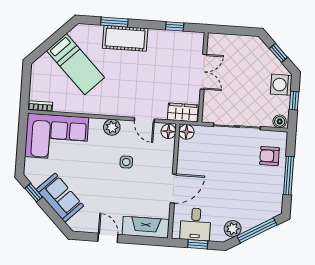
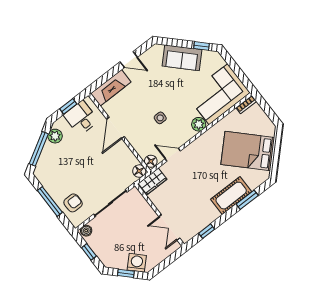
bed: (76, 64) -> (248, 151), width x1.50
double door: (203, 72) -> (169, 227), moved
washing machine: (281, 85) -> (137, 263), moved, turned -45
plant: (112, 127) -> (199, 124), moved

